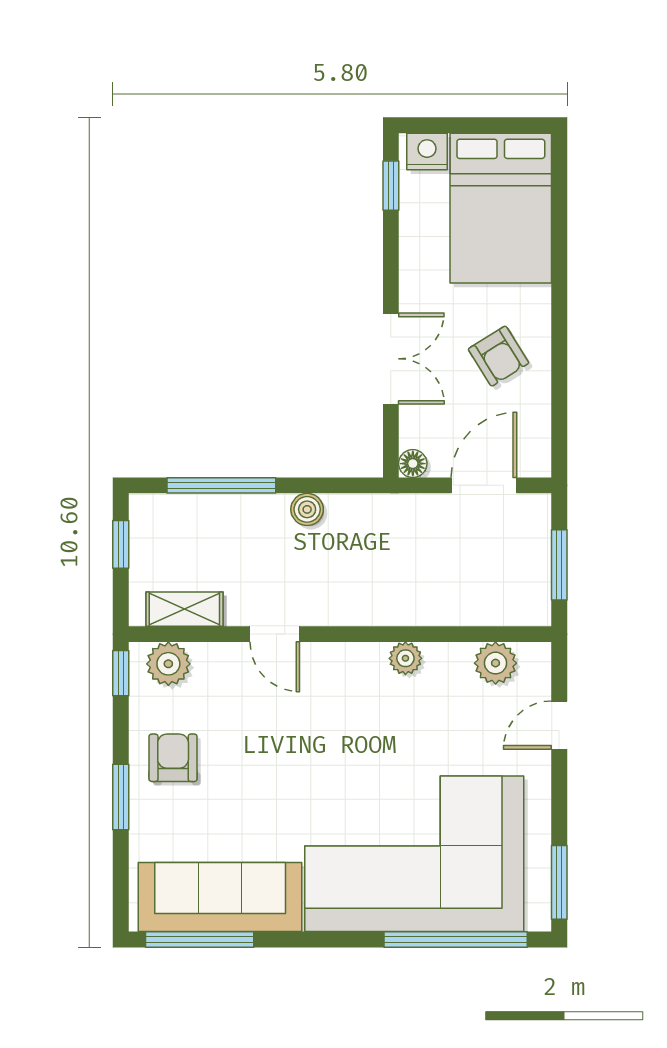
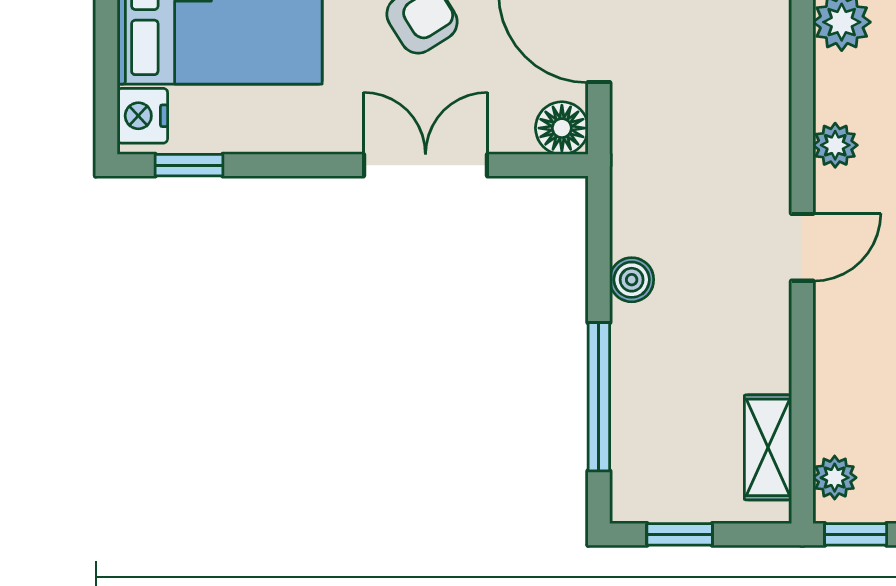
floor lamp: (413, 464) -> (562, 128), width x1.37, depth x1.37
door: (275, 634) -> (802, 247), moved
plant: (168, 664) -> (835, 478), width x0.73, depth x0.73

